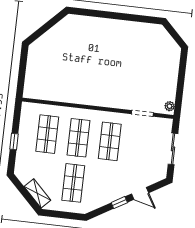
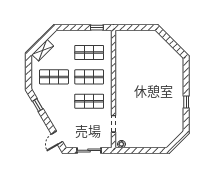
window: (125, 17) -> (186, 102), added
window: (14, 142) -> (97, 28), moved
door: (140, 193) -> (57, 138), moved
window: (119, 203) -> (38, 105), moved

